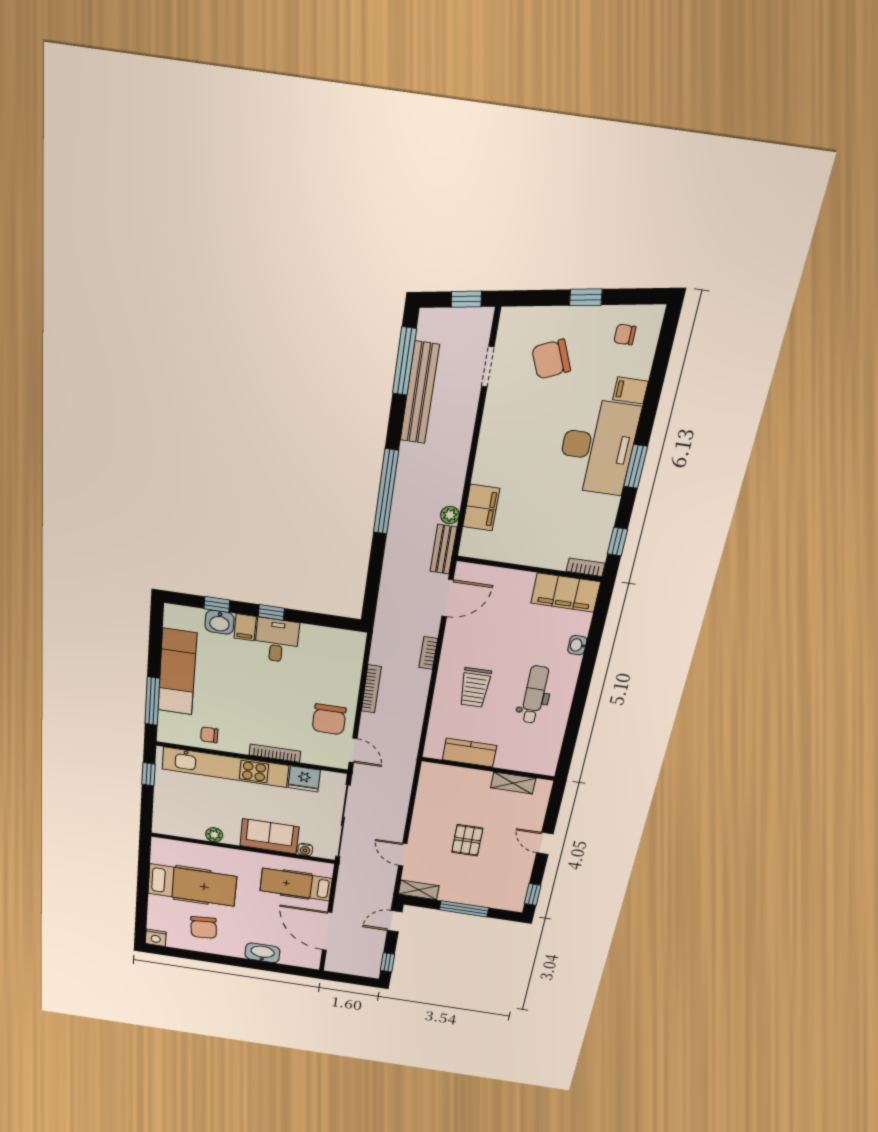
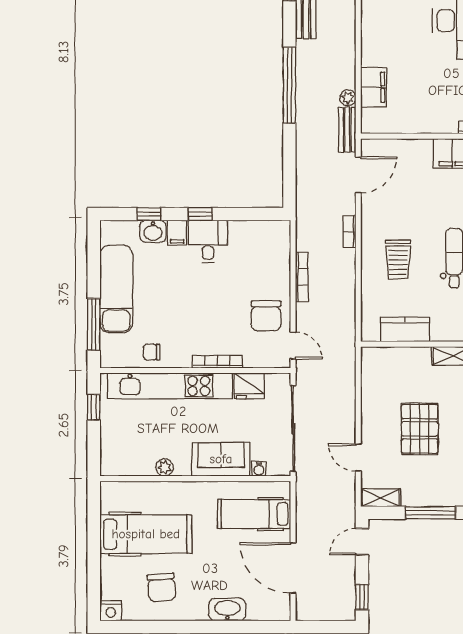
pallet: (467, 840) -> (420, 429), width x1.50, depth x1.42

